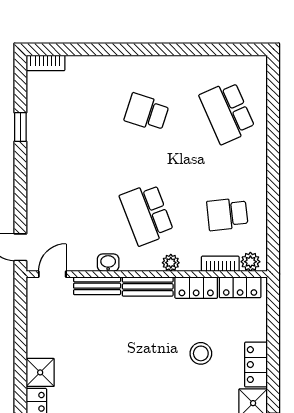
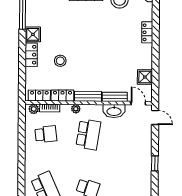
window: (20, 127) -> (155, 163), moved
school desk: (147, 214) -> (88, 134), turned 30
washbasin: (108, 263) -> (114, 111), width x1.91, depth x1.45
door: (52, 274) -> (138, 103), swing flipped
shower: (40, 372) -> (145, 77), moved

